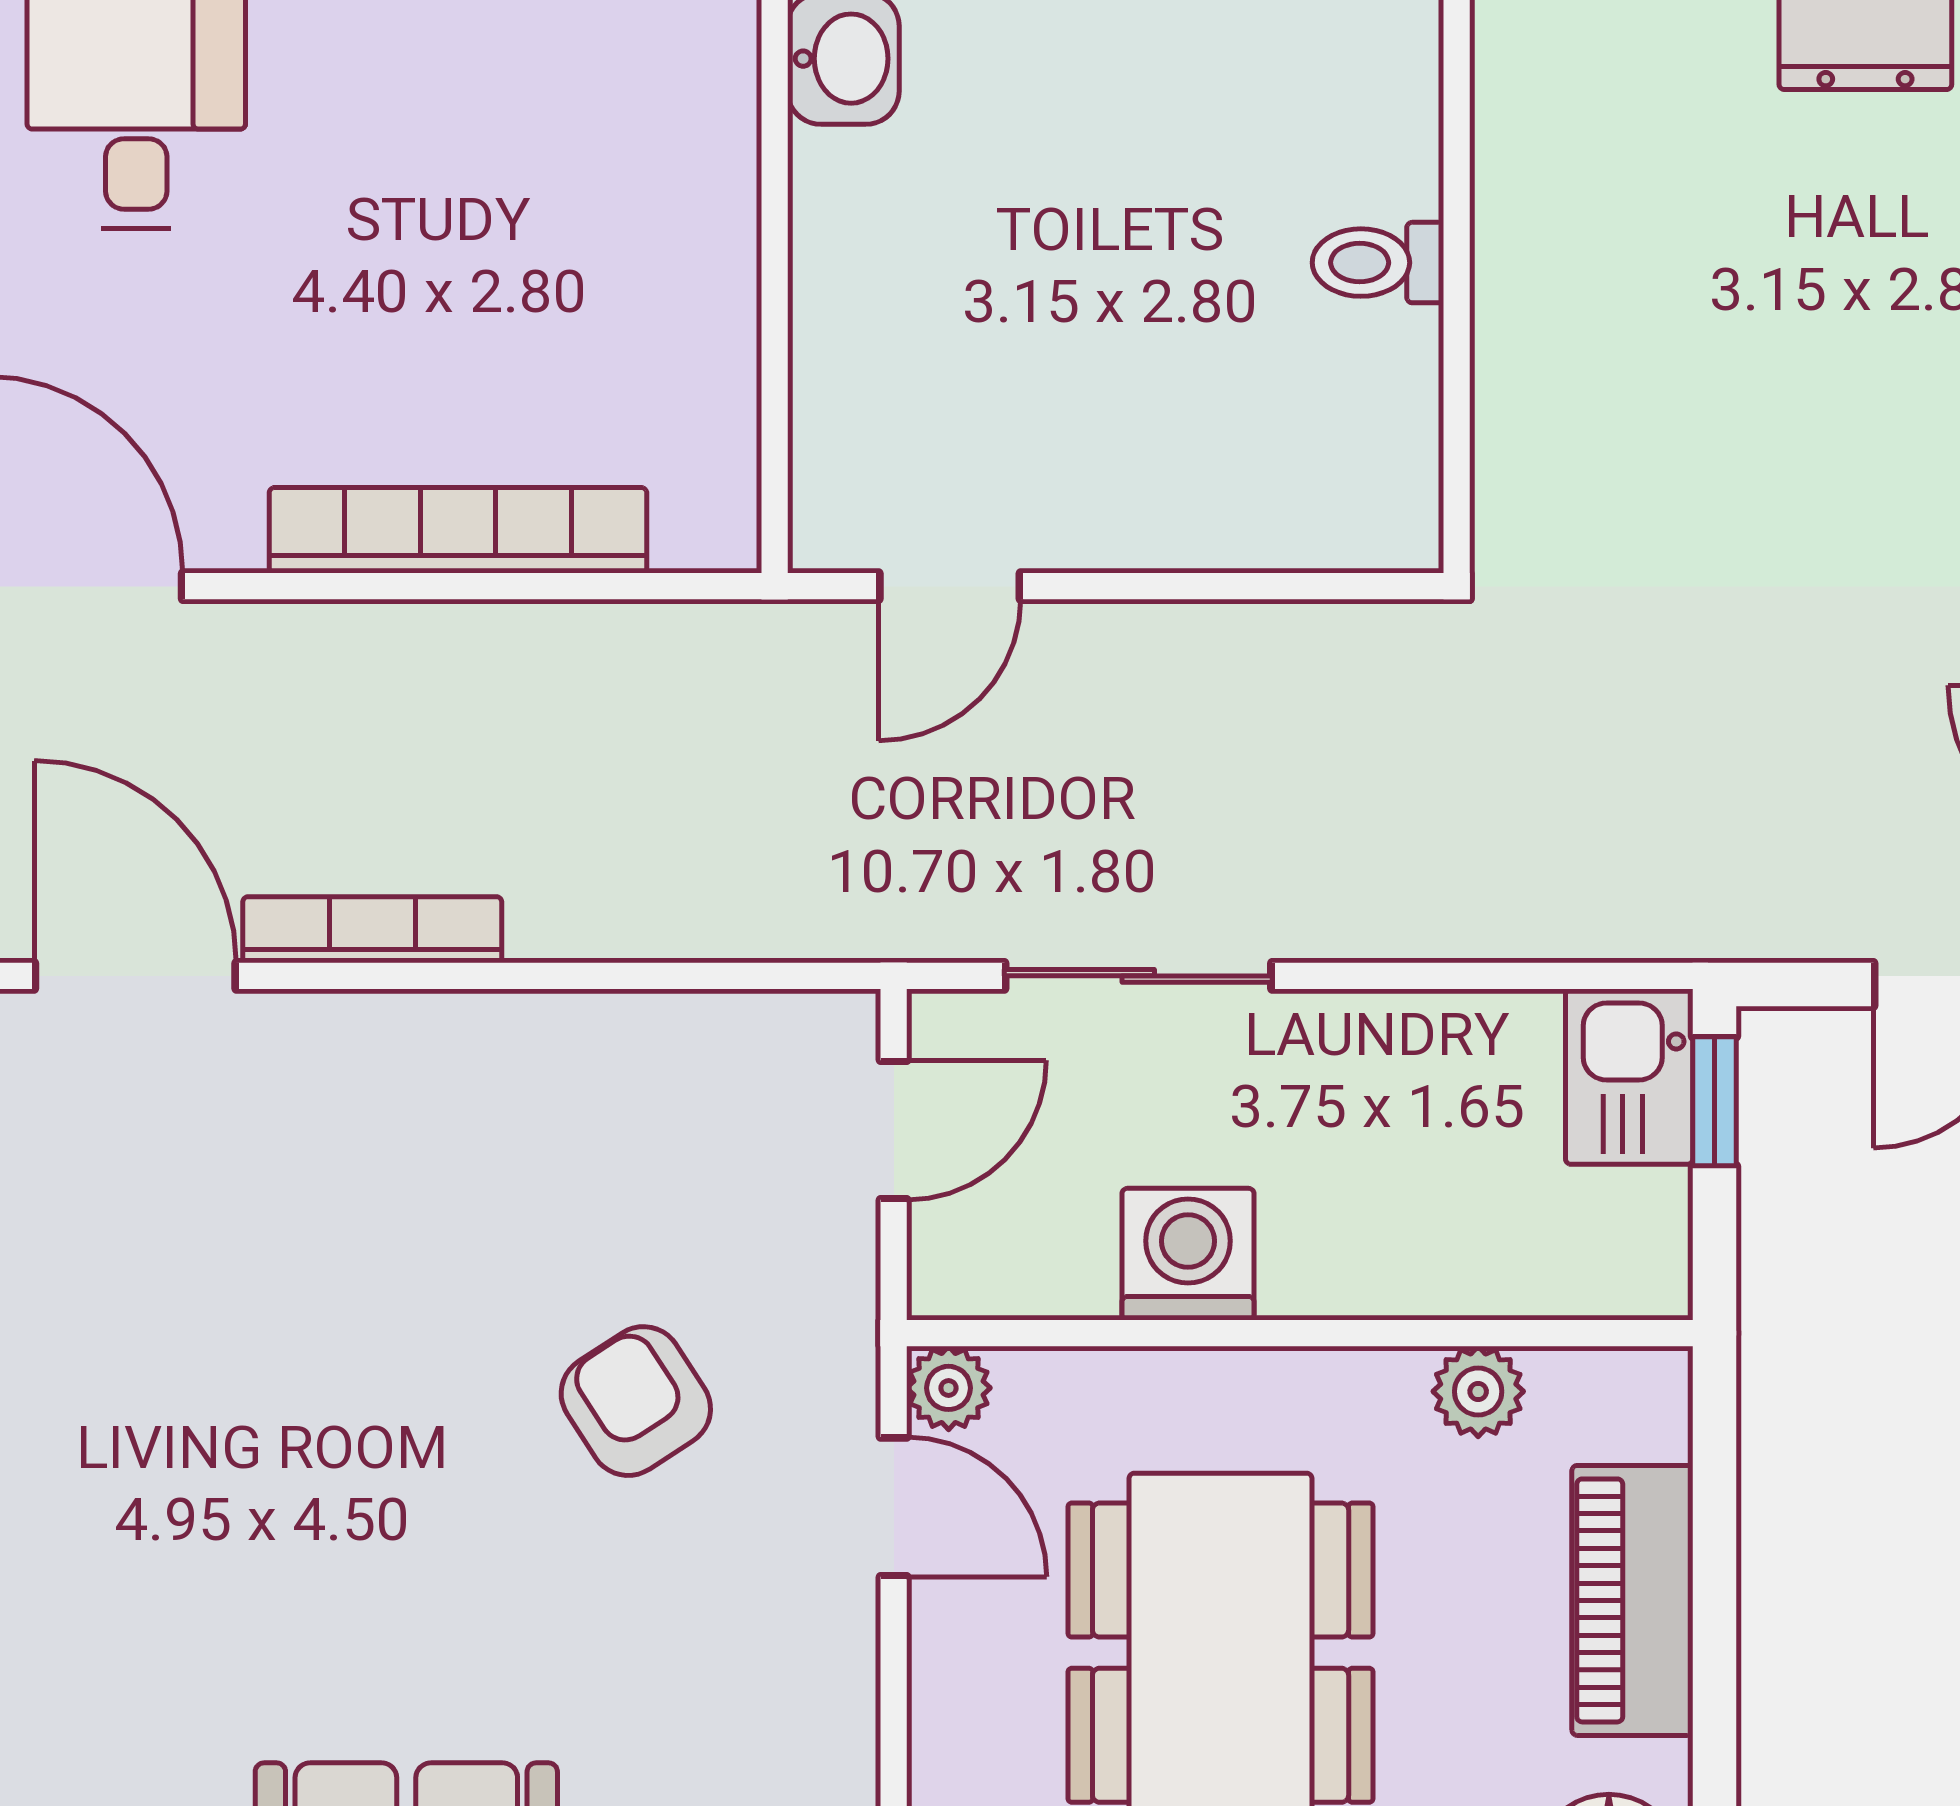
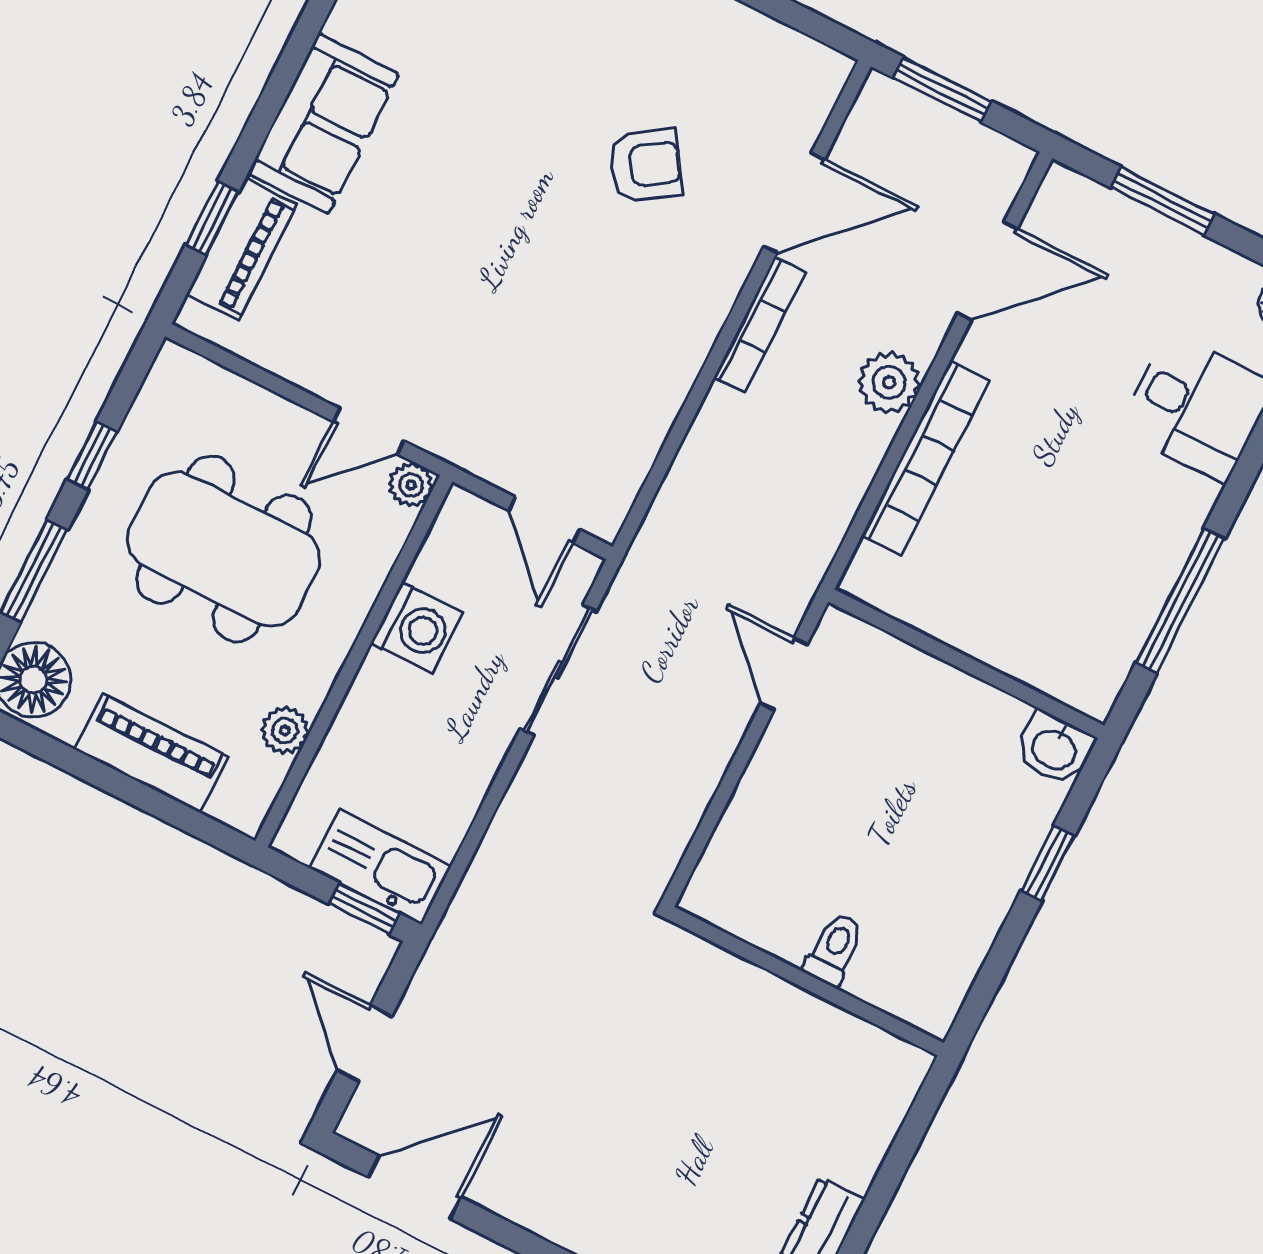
plant: (360, 658) -> (889, 382), added
kitchen sink: (1629, 1077) -> (381, 867), width x1.38
armchair: (636, 1401) -> (646, 165), moved

